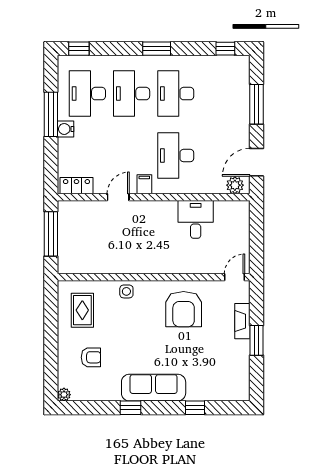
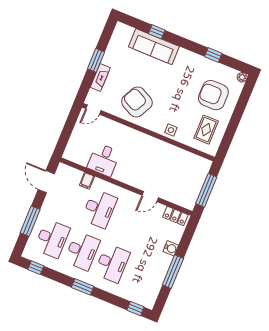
desk: (87, 94) -> (52, 239), moved
water cooler: (66, 129) -> (171, 248), moved
door: (256, 162) -> (46, 182), swing flipped
filing cabinet: (144, 184) -> (87, 181), moved
plant: (235, 185) -> (67, 172), removed
armchair: (184, 309) -> (137, 102), turned -63
armchair: (91, 357) -> (213, 95), width x1.88, depth x1.88
sofa: (154, 388) -> (154, 47), moved
window: (130, 408) -> (213, 55), moved

